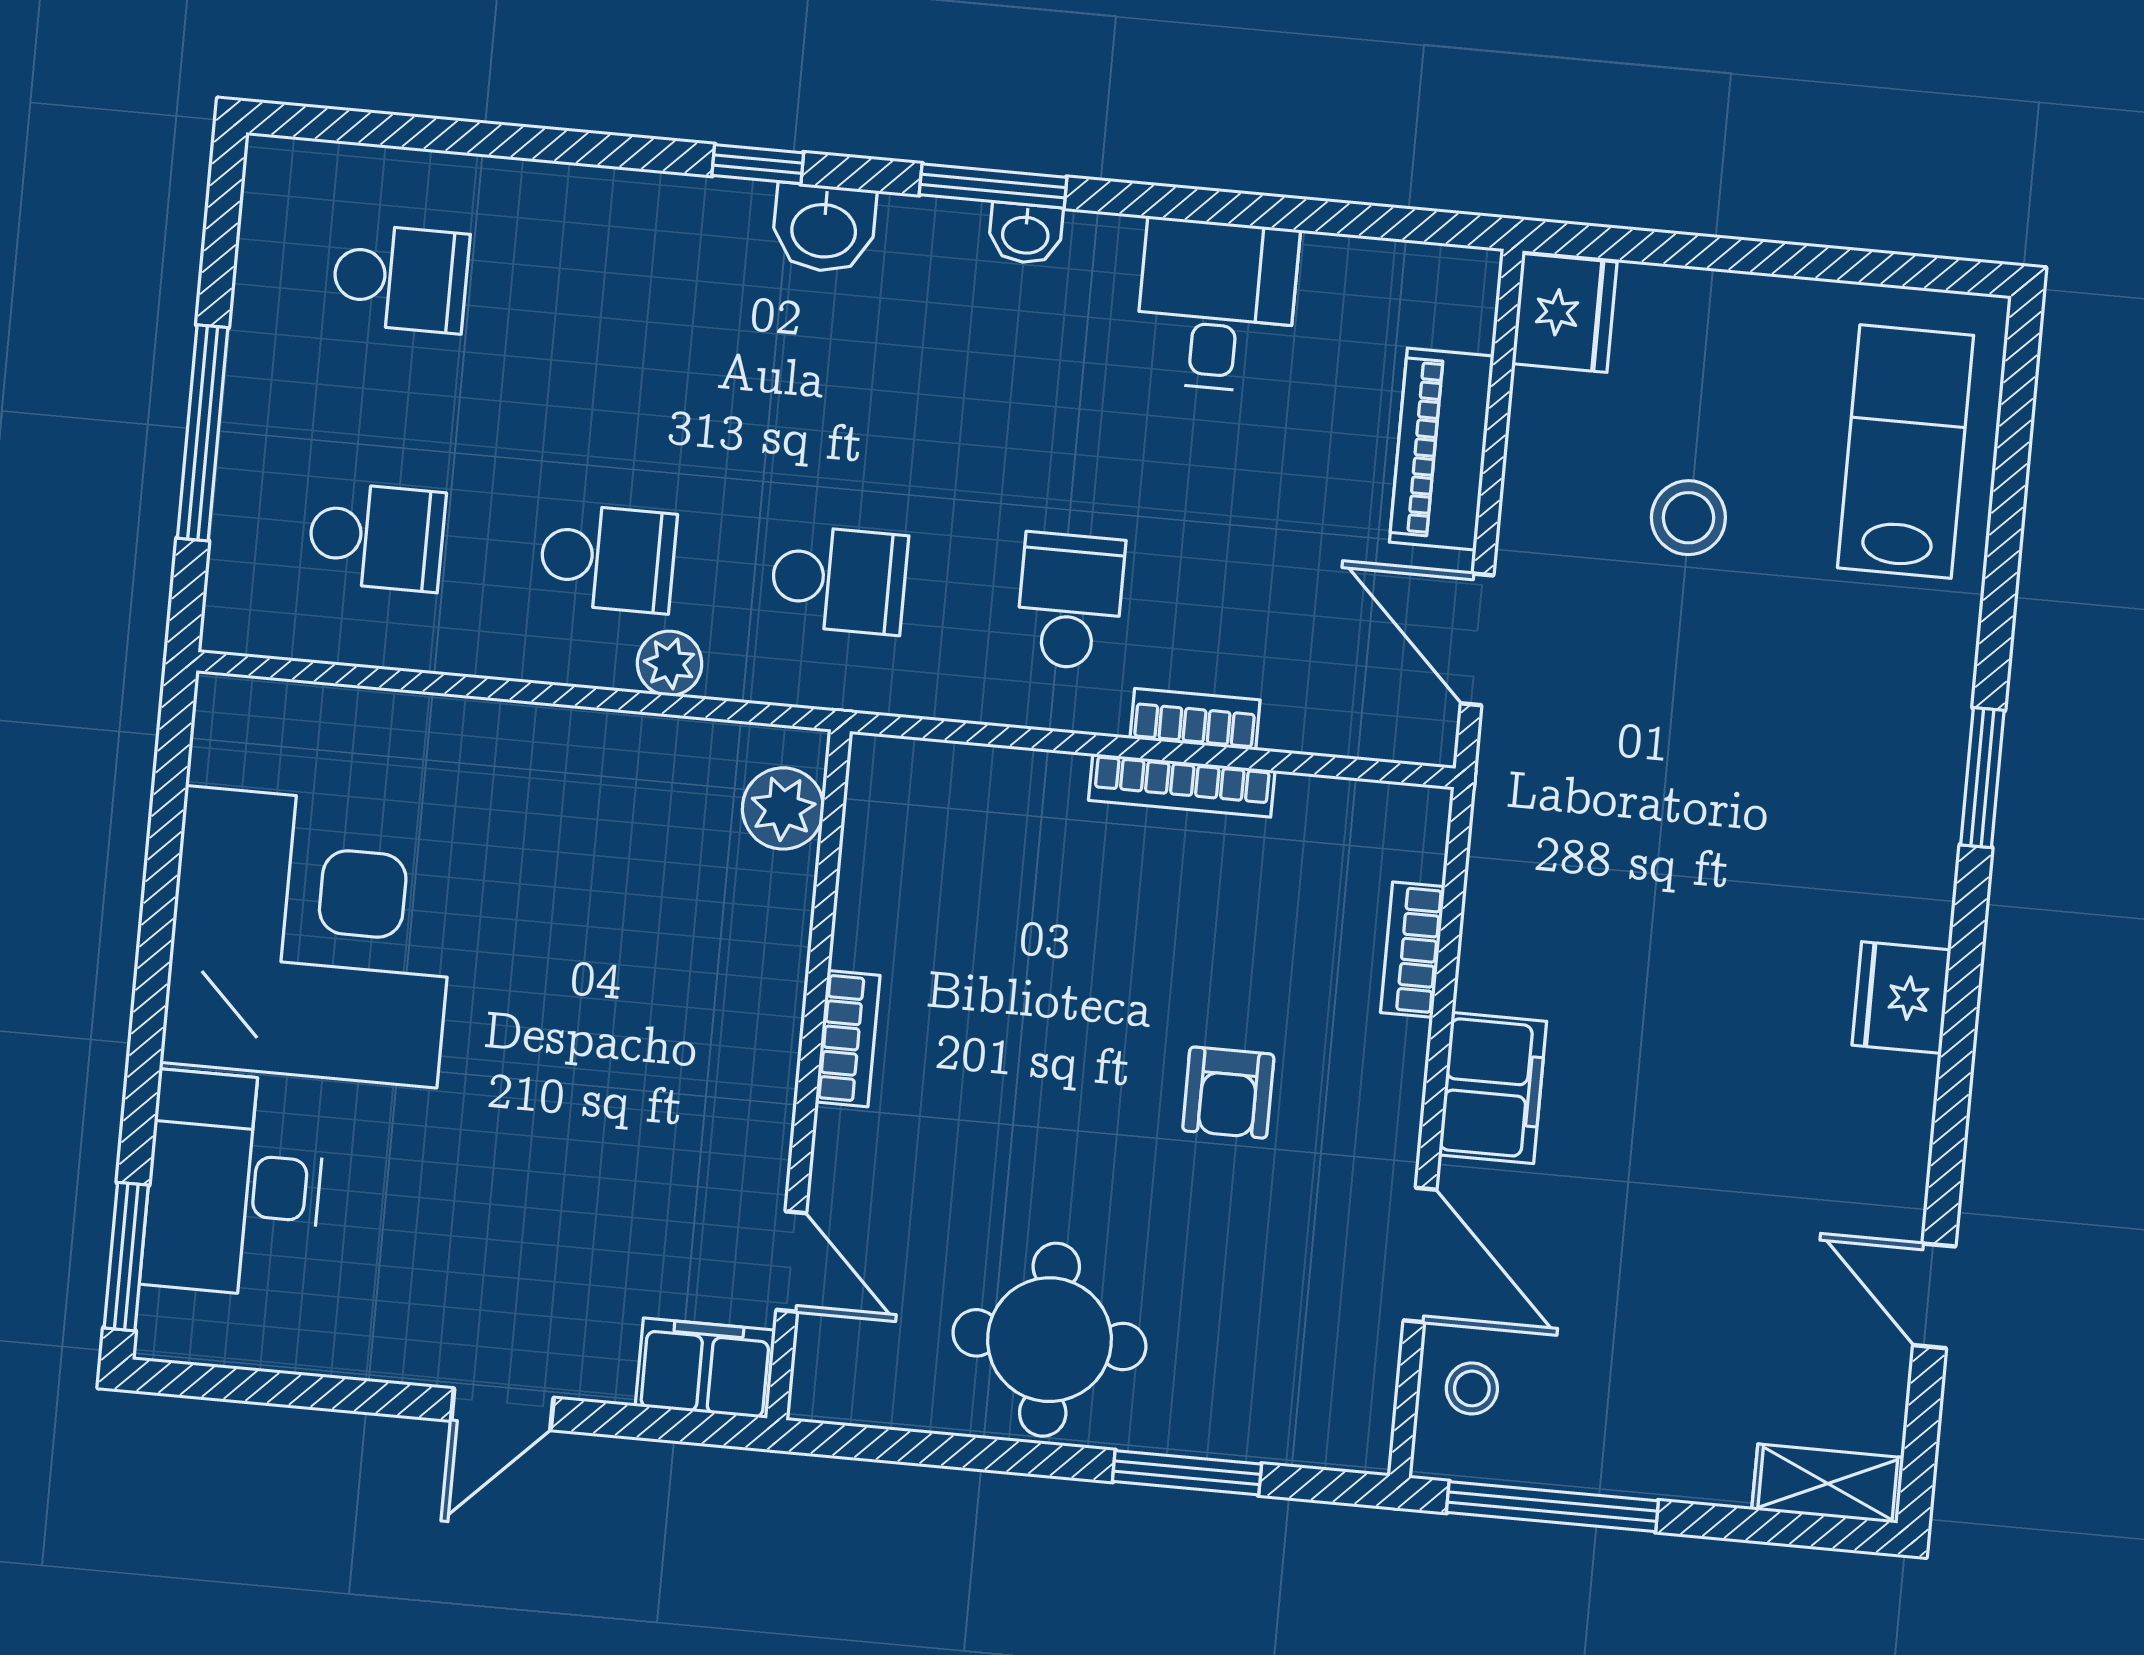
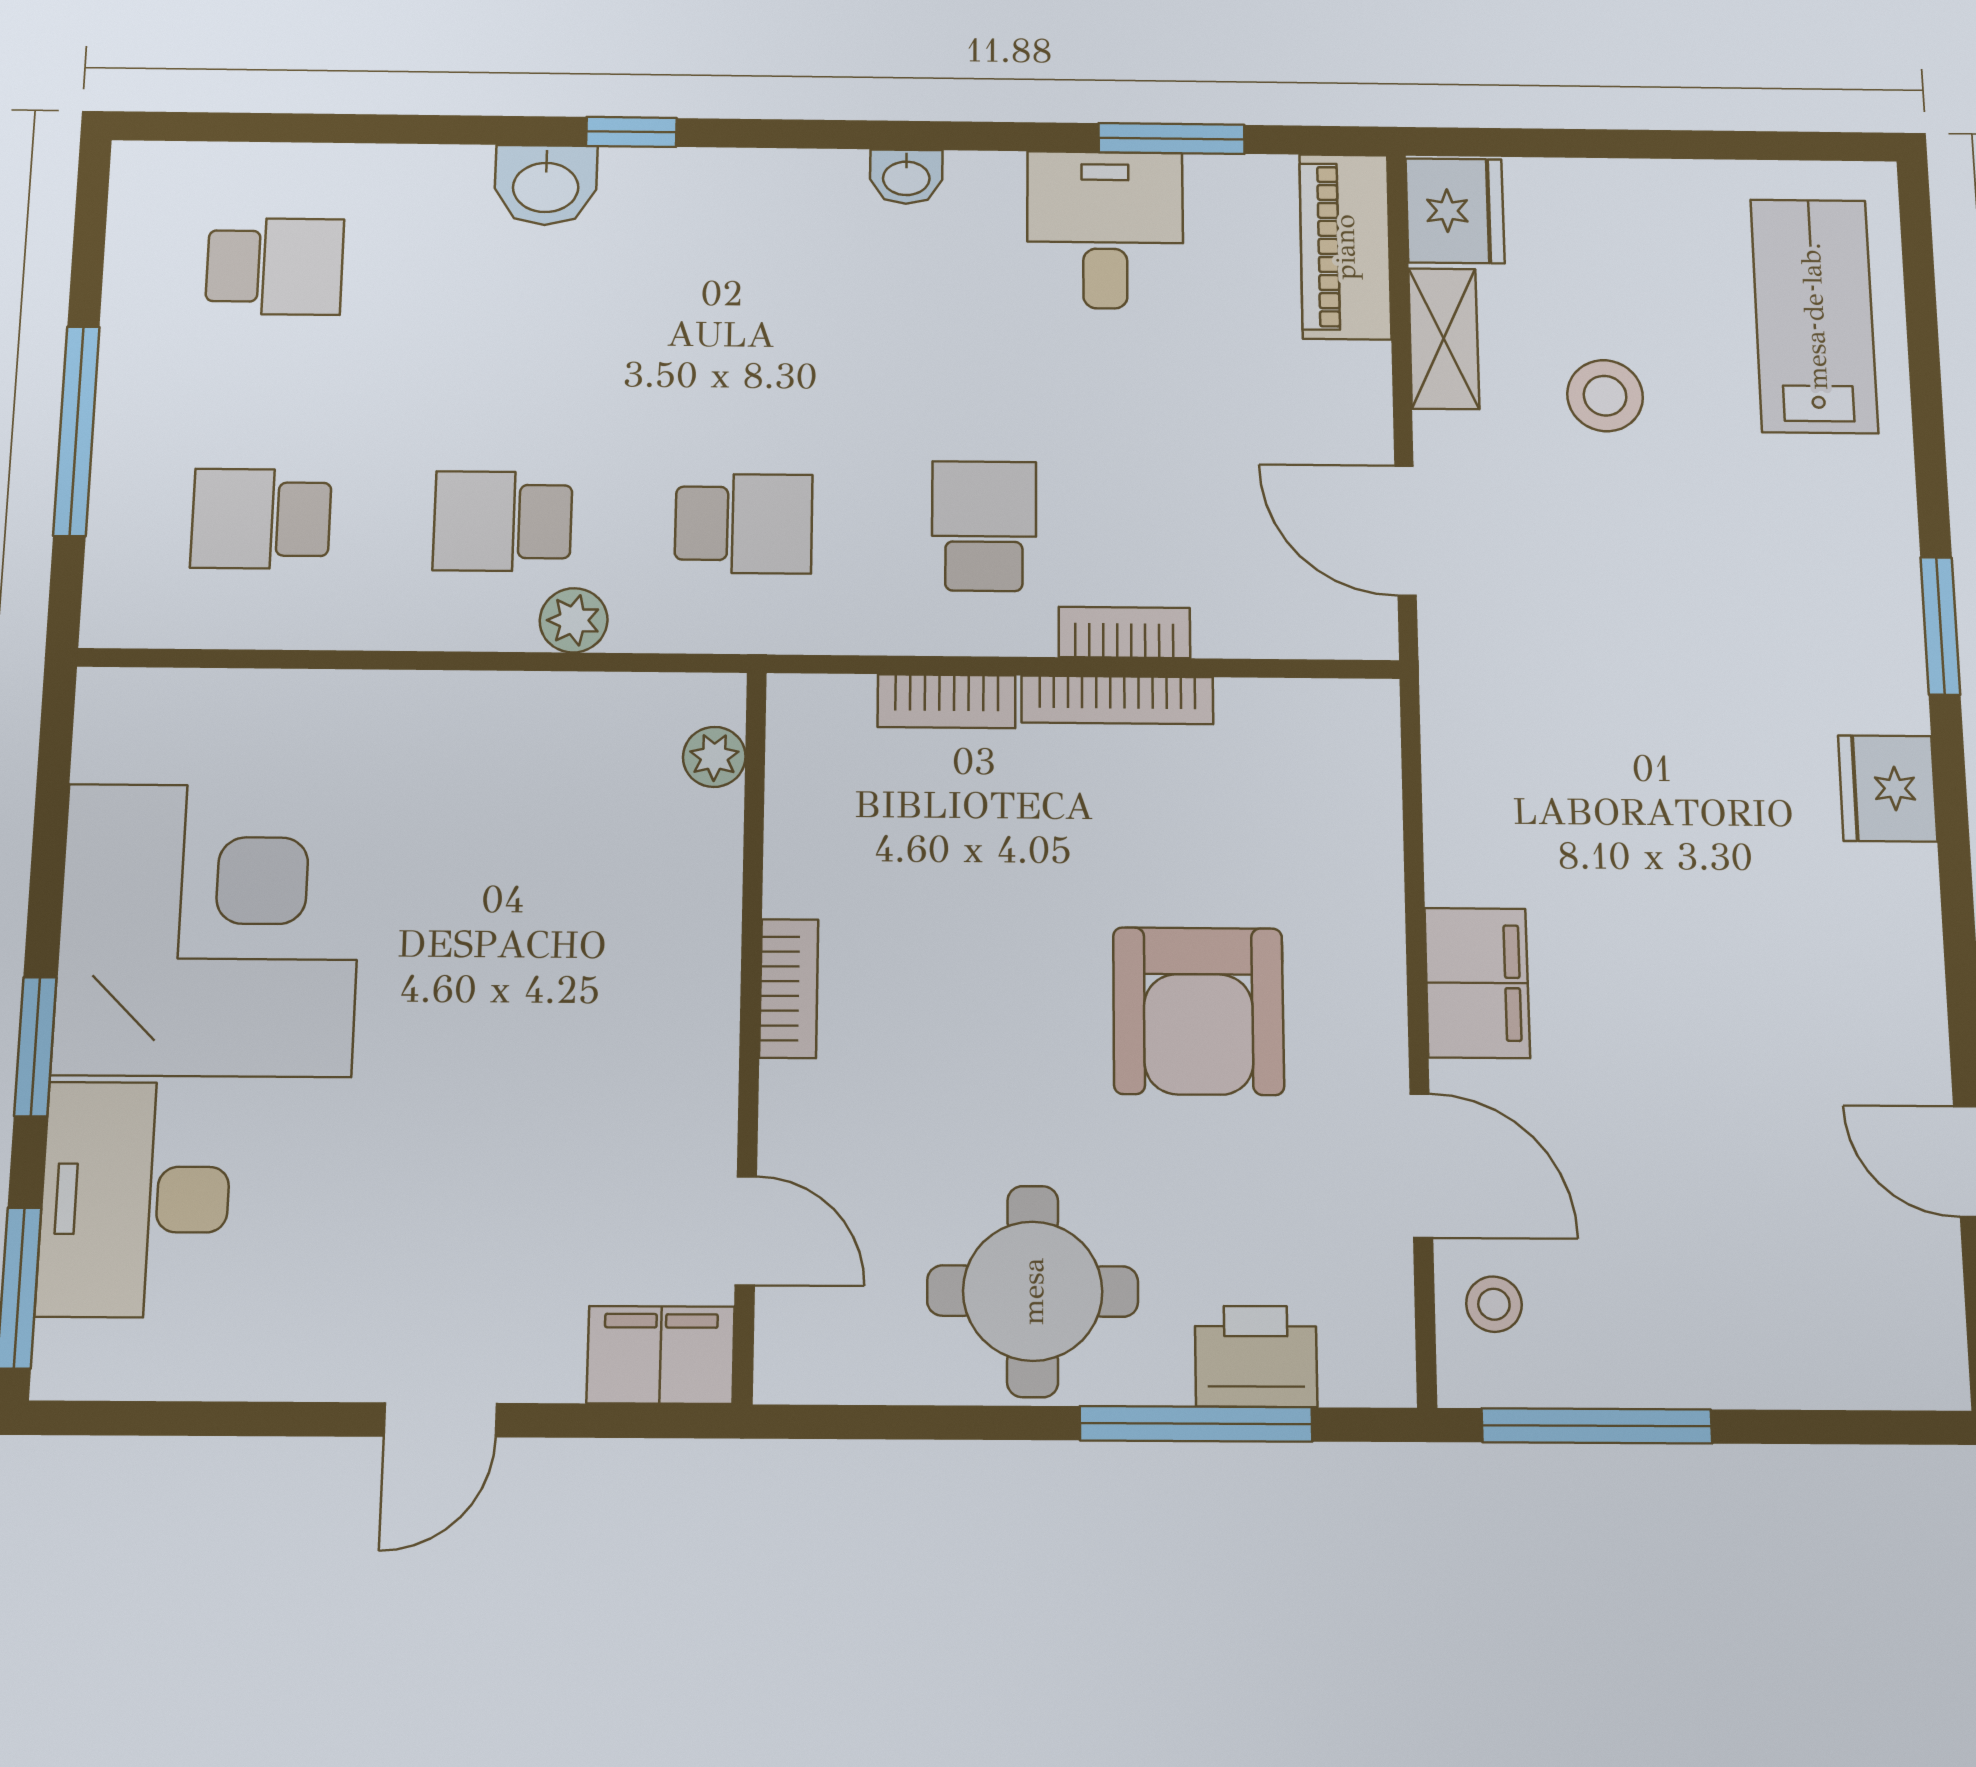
window: (993, 186) -> (1171, 138), moved
washbasin: (824, 228) -> (546, 185), moved
piano: (1442, 449) -> (1345, 247), moved
school desk: (377, 537) -> (261, 519), turned 180
school desk: (608, 558) -> (503, 521), turned 180
plant: (783, 808) -> (714, 757), width x0.73, depth x0.73
bookcase: (1413, 950) -> (947, 701), moved, turned -90
fridge: (1901, 998) -> (1888, 788), moved
window: (147, 1034) -> (35, 1047), added
armchair: (1228, 1093) -> (1198, 1011), width x1.88, depth x1.88
printer: (1248, 1417) -> (1256, 1356), added
window: (1187, 1473) -> (1196, 1424), width x1.44
shelving: (1828, 1484) -> (1444, 339), moved, turned 90

